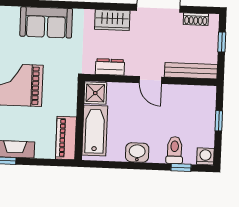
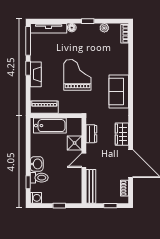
shower: (95, 93) -> (75, 143), moved
washbasin: (137, 152) -> (37, 164), moved

